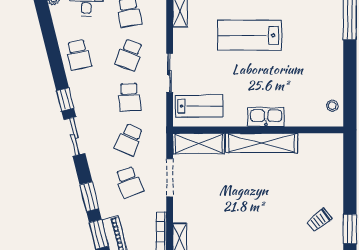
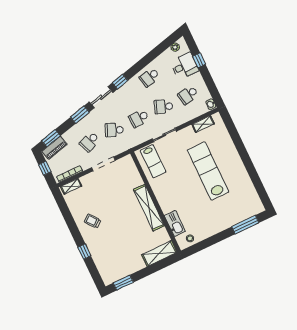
lab bench: (249, 35) -> (208, 171), width x1.36
kitchen sink: (266, 117) -> (175, 223), moved
shelving: (199, 143) -> (159, 254), moved, turned 90
window: (89, 197) -> (80, 115), moved
trolley: (319, 220) -> (92, 221), moved

